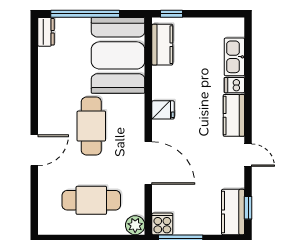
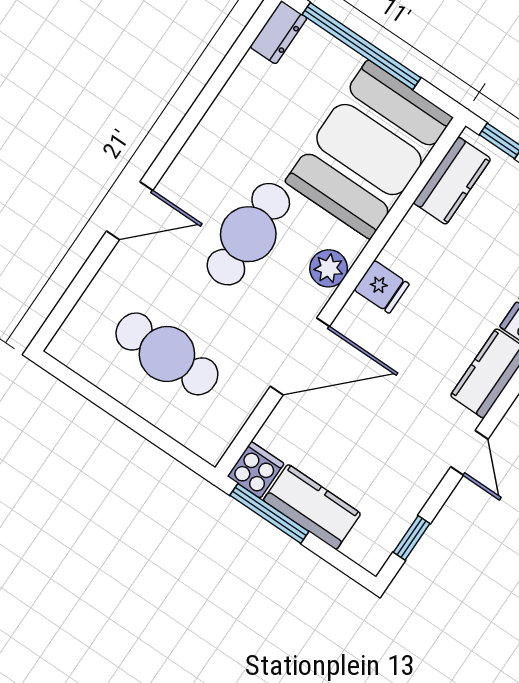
door: (148, 163) -> (300, 356), hinge flipped
kitchen counter: (233, 212) -> (312, 507), moved, turned 90
plant: (135, 225) -> (329, 268), moved

